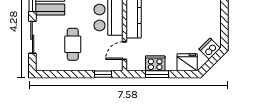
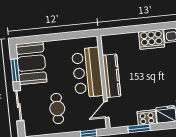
cooker: (155, 63) -> (147, 117), moved

